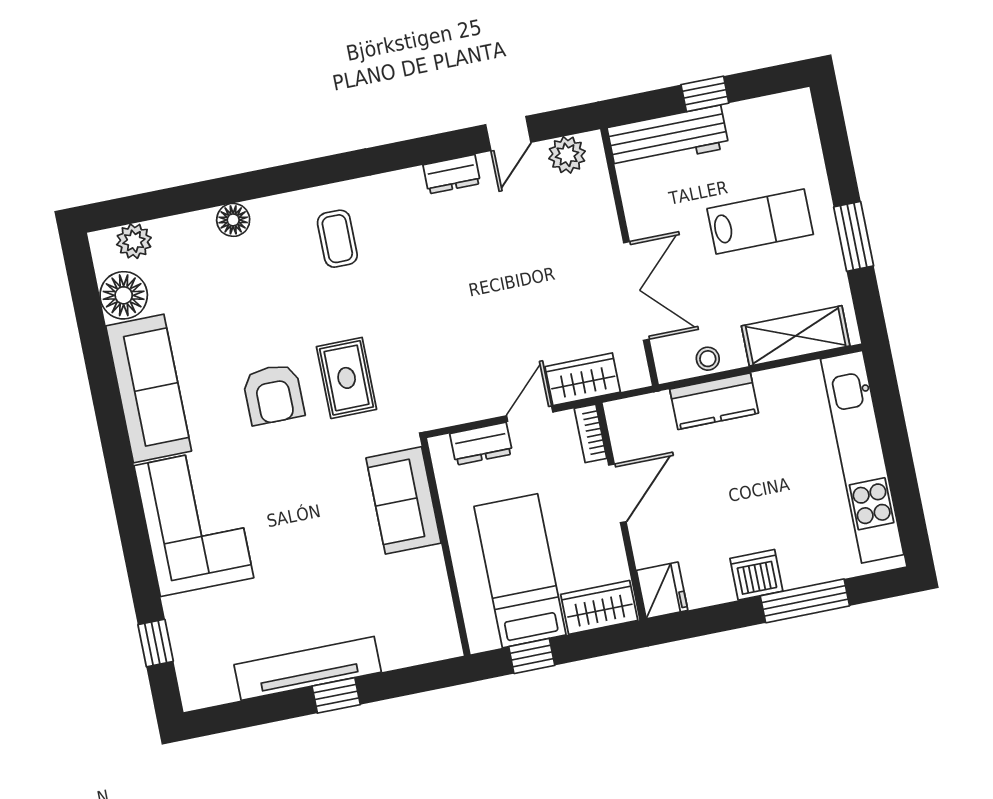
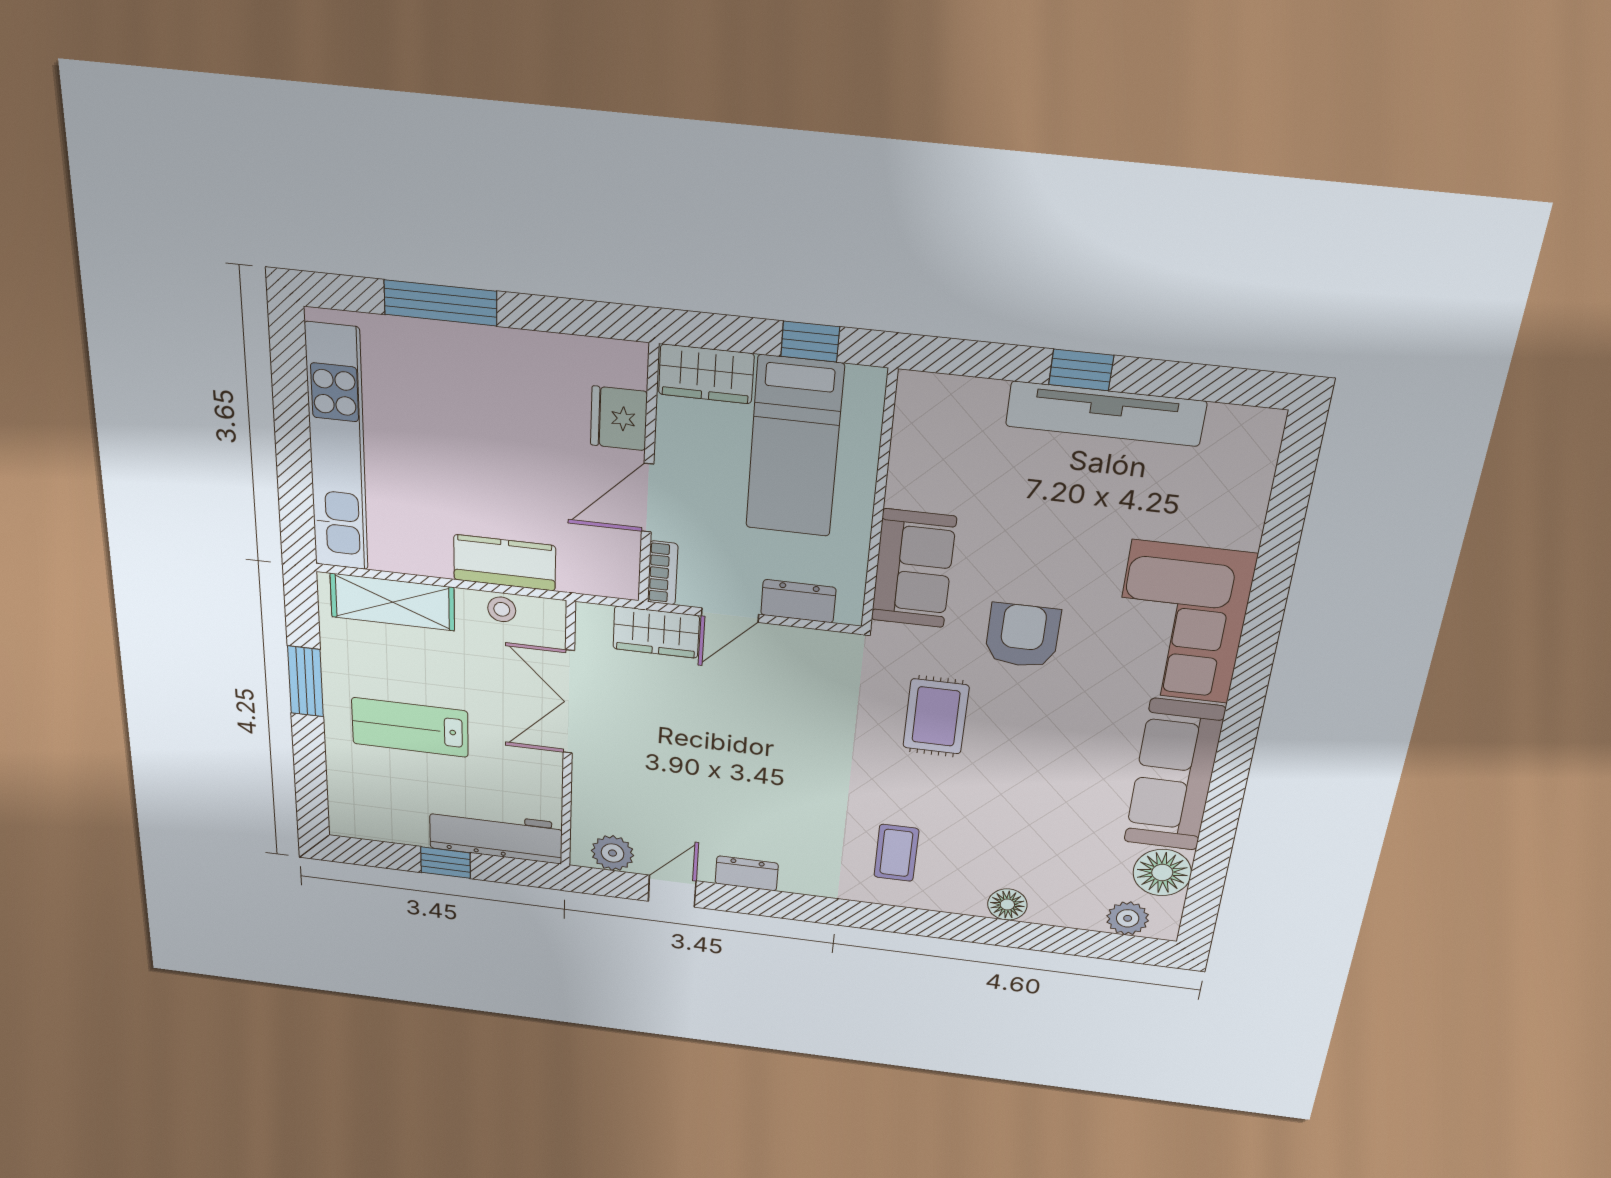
armchair: (273, 394) -> (1022, 636), moved
dishwasher: (756, 575) -> (496, 353), removed
fridge: (662, 590) -> (619, 418), moved
window: (156, 643) -> (1289, 502), removed

